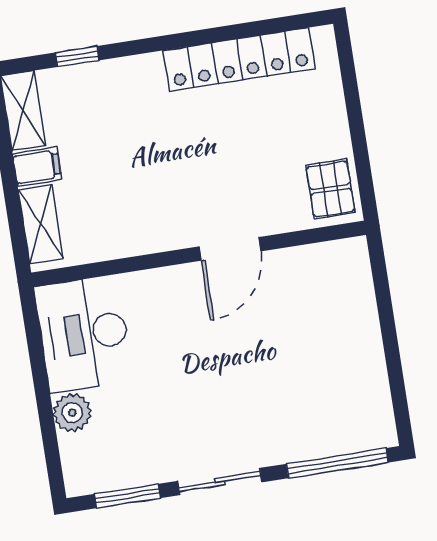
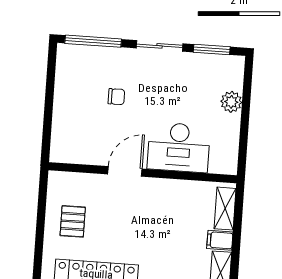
pallet: (330, 189) -> (73, 221), moved
desk: (84, 334) -> (179, 147), moved, turned 90
chair: (275, 376) -> (116, 97), added

